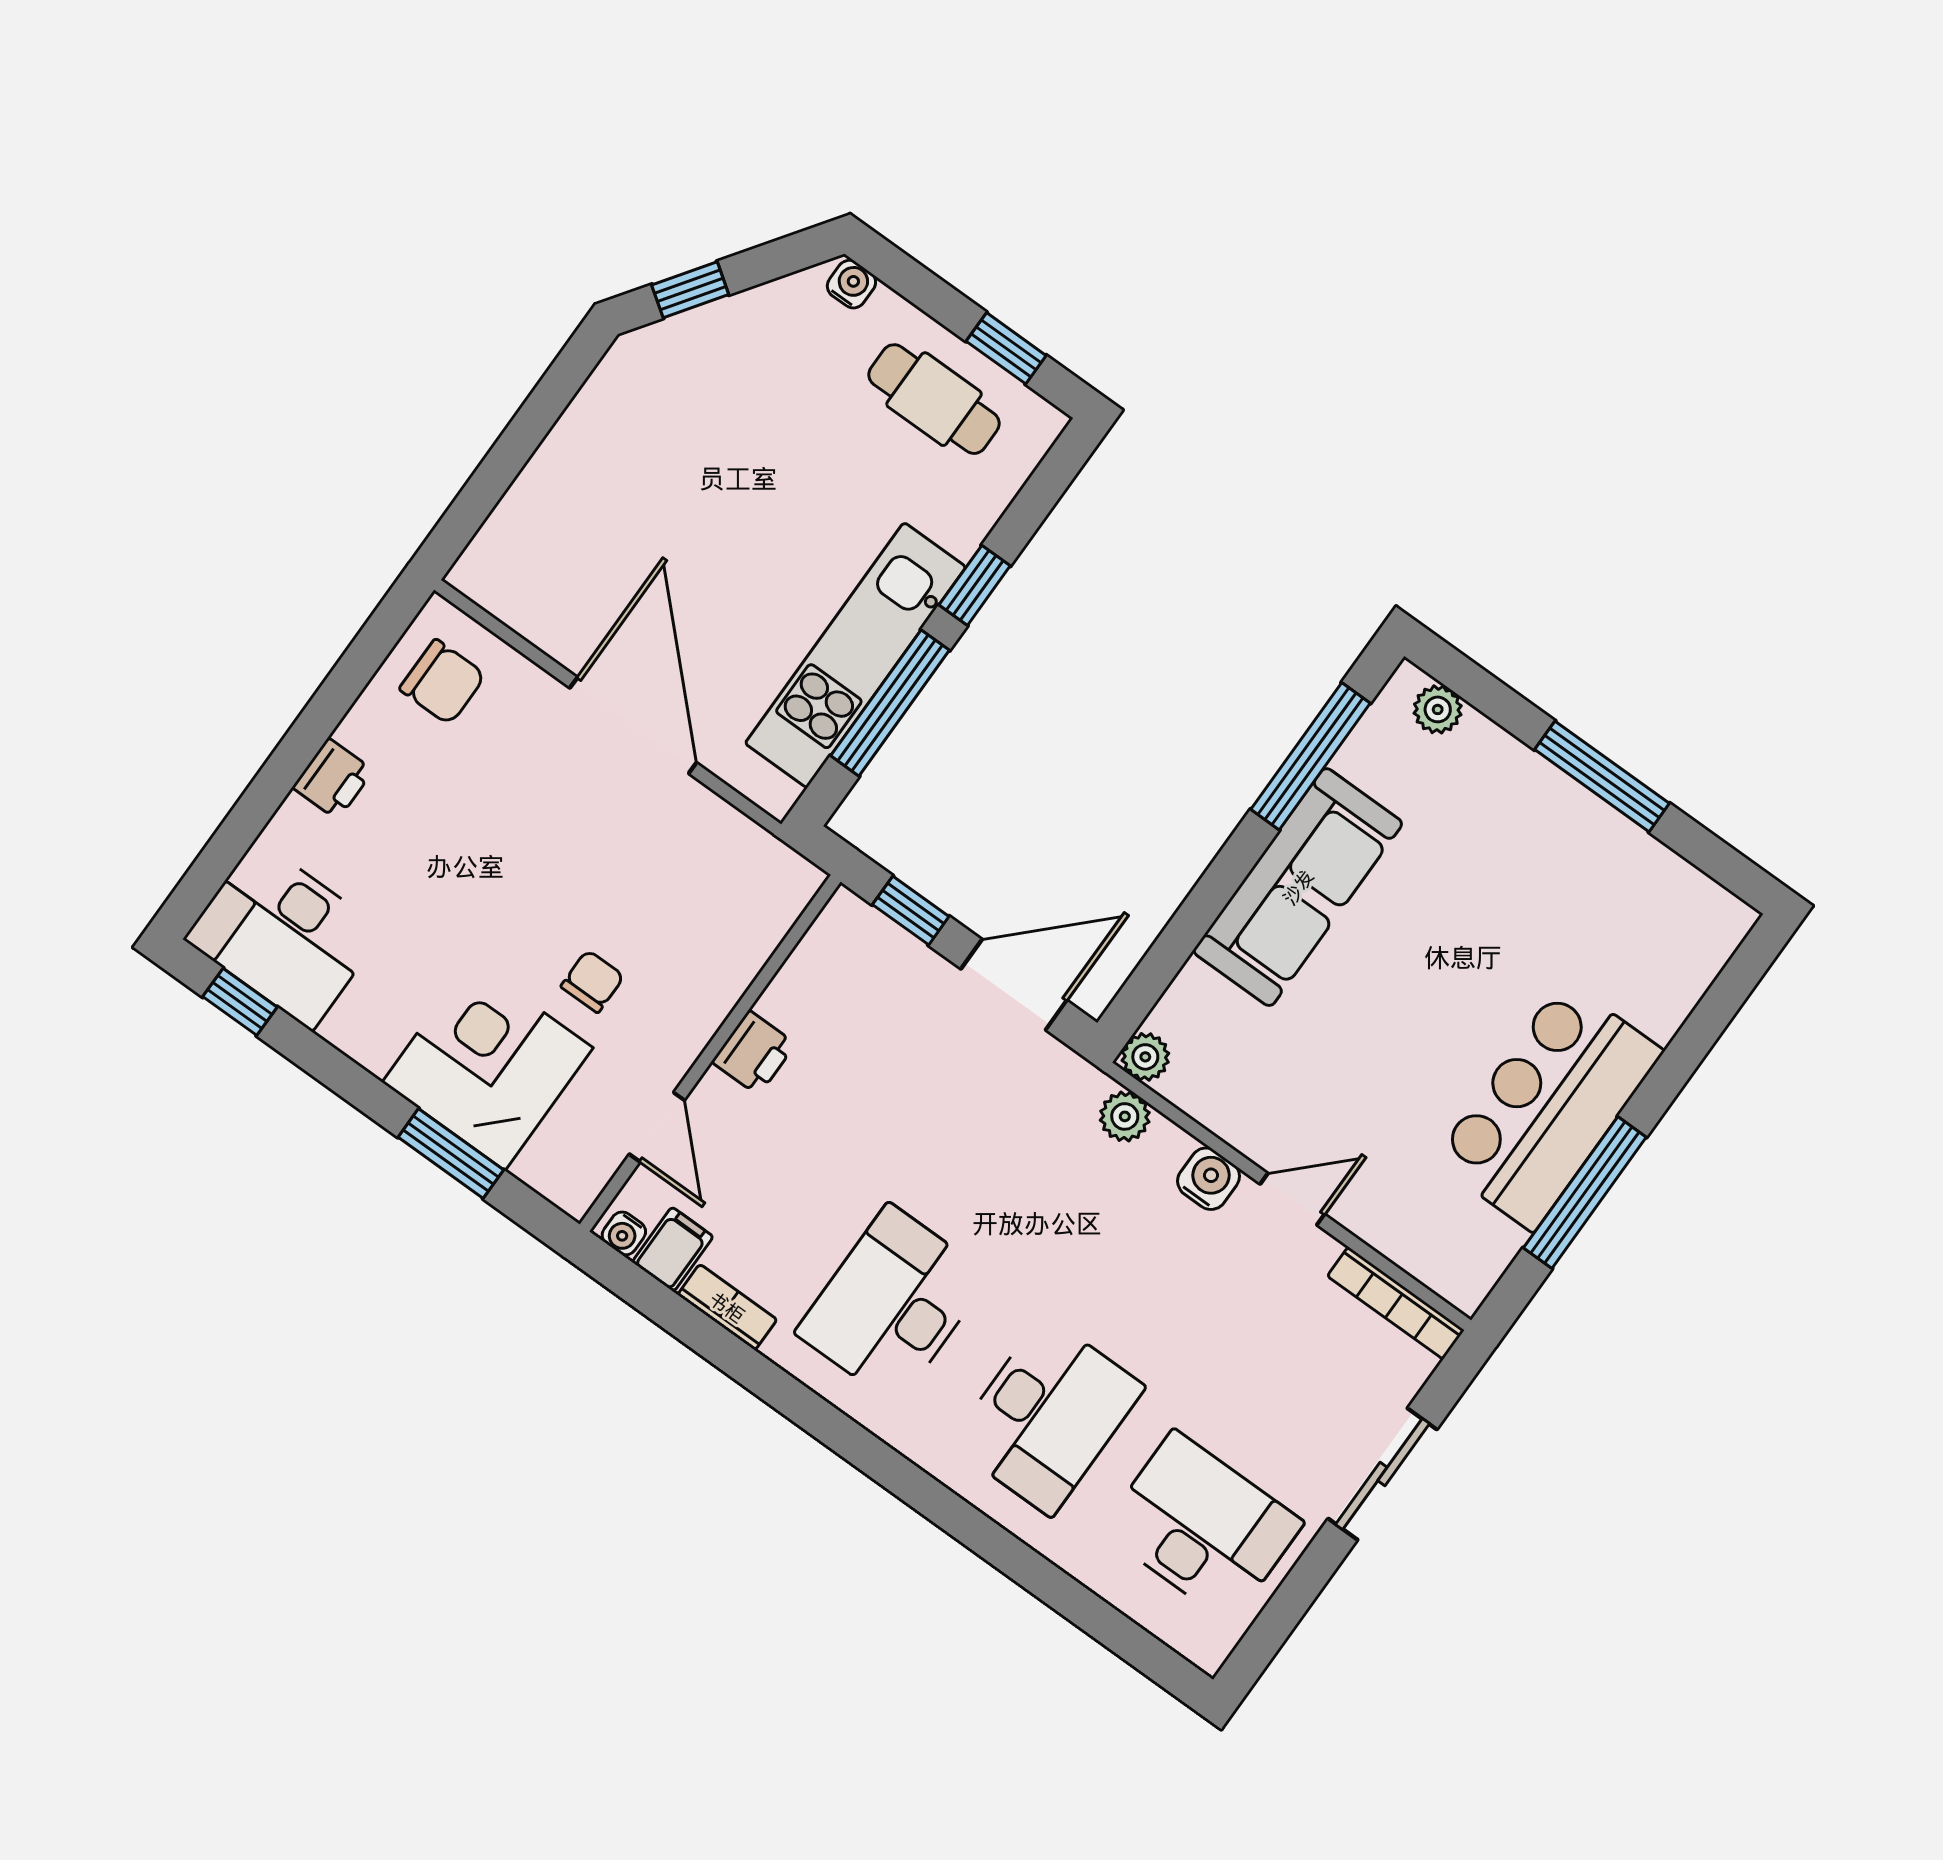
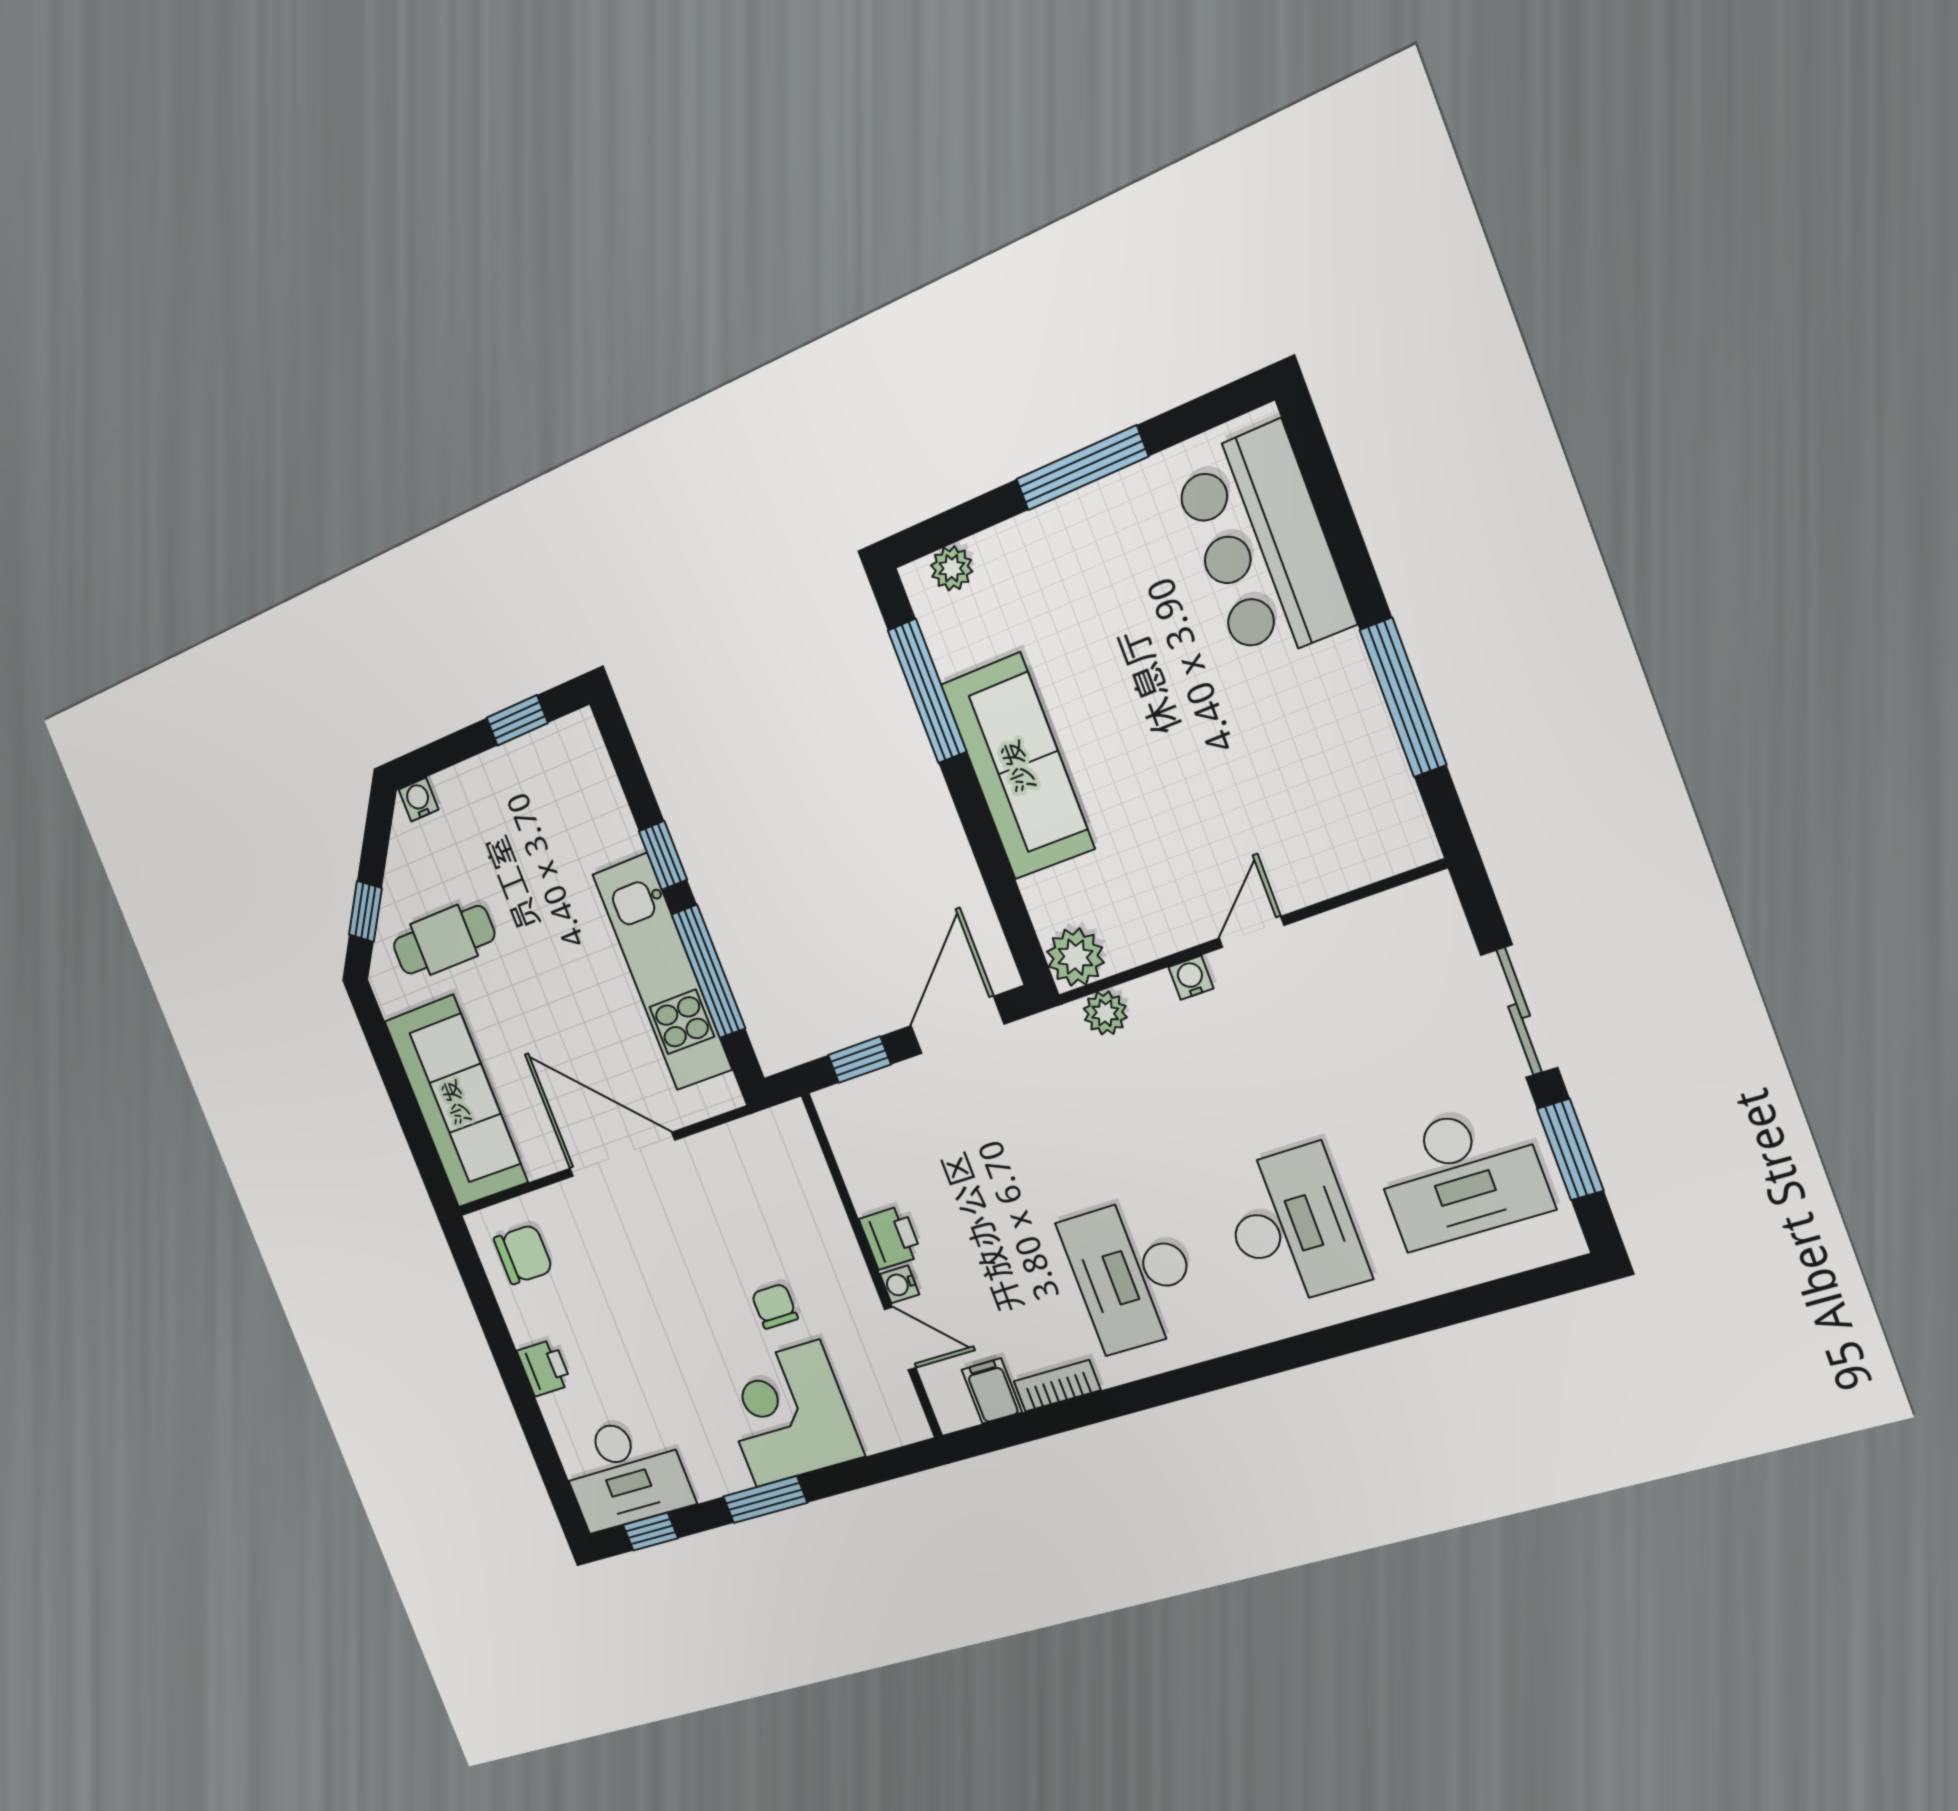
cafe table: (934, 399) -> (444, 940), moved
sofa: (556, 510) -> (456, 1102), added
plant: (1145, 1057) -> (1075, 957), width x1.38, depth x1.38
bar counter: (1548, 1106) -> (1262, 545), moved
window: (451, 1153) -> (765, 1500), moved
water cooler: (1209, 1179) -> (1191, 978), width x0.72, depth x0.72
water cooler: (624, 1233) -> (900, 1284), moved, turned 90
bookcase: (1396, 1303) -> (1388, 908), removed
desk: (1202, 1527) -> (1461, 1176), turned 180
window: (1292, 1600) -> (1570, 1150), added

